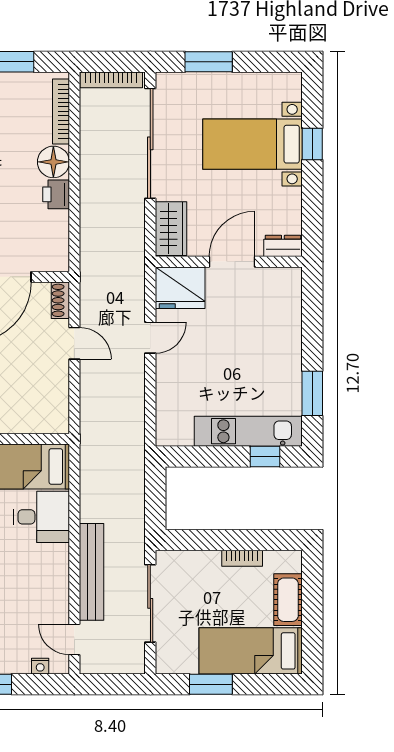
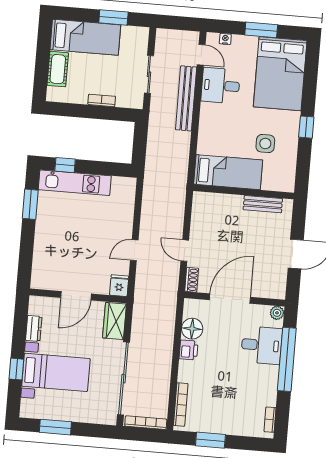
window: (209, 62) -> (55, 427), moved
floor lamp: (53, 162) -> (192, 329), moved
dresser: (283, 246) -> (34, 328), moved, turned -90
fridge: (180, 288) -> (119, 286), width x0.53, depth x0.75
desk: (41, 517) -> (221, 86), moved
bookcase: (242, 558) -> (102, 100), moved
sliding door: (150, 603) -> (149, 74), width x0.73

